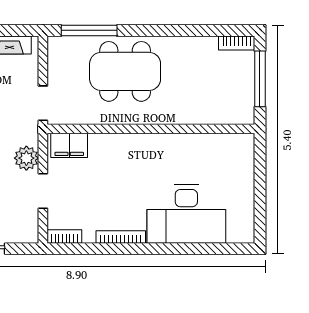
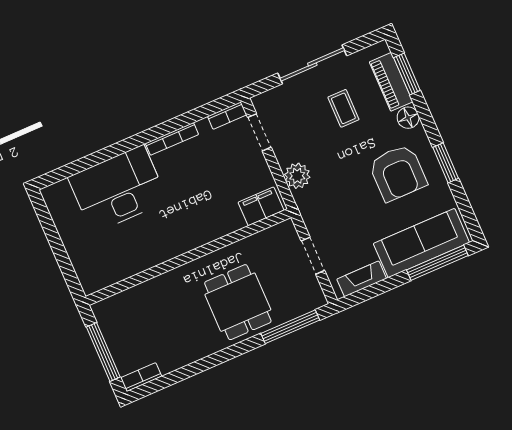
dining table: (125, 71) -> (238, 302), width x0.73
doorway: (43, 103) -> (313, 256), moved
doorway: (43, 191) -> (259, 132), moved

